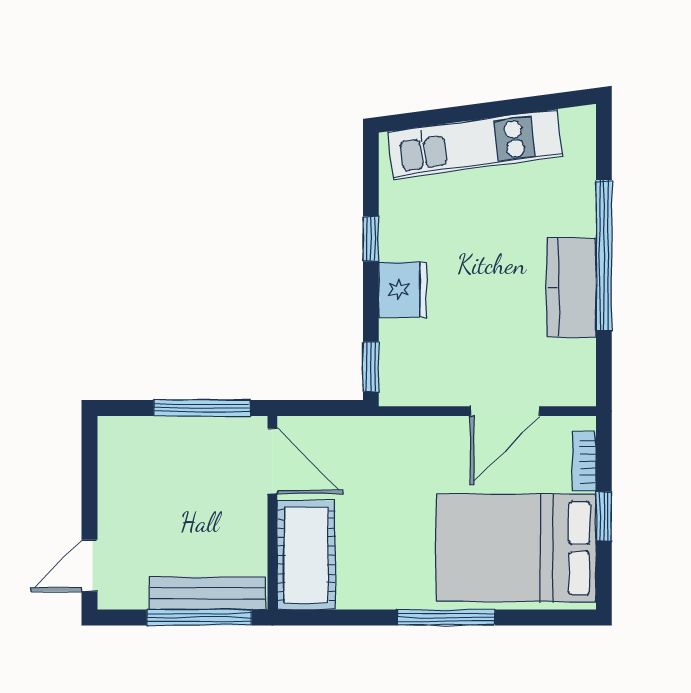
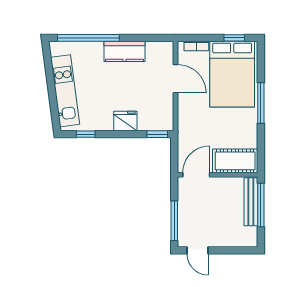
window: (371, 239) -> (86, 134), moved
window: (604, 255) -> (88, 38), moved
window: (202, 408) -> (174, 221), moved
window: (604, 516) -> (234, 38), moved
door: (89, 566) -> (197, 250), moved

